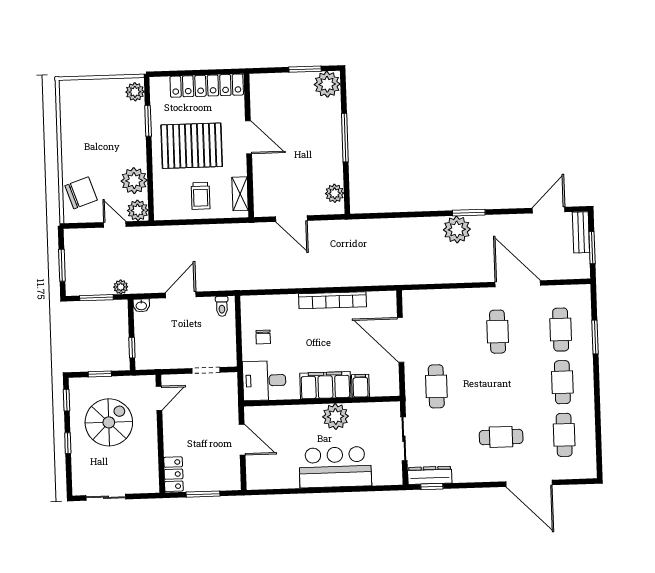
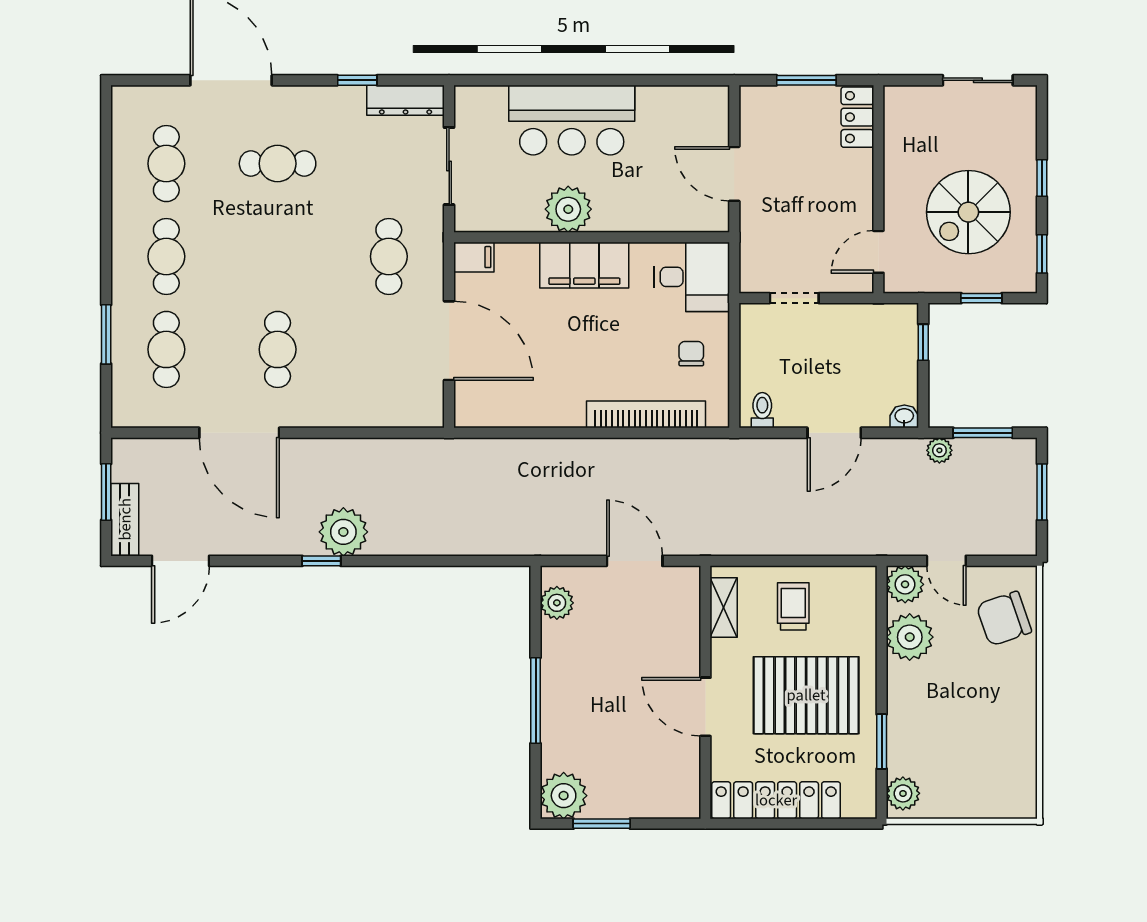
window: (469, 213) -> (321, 561), width x0.67
bookcase: (332, 300) -> (646, 414), moved
filing cabinet: (361, 386) -> (474, 257), moved, turned -90
window: (432, 486) -> (357, 80), moved

